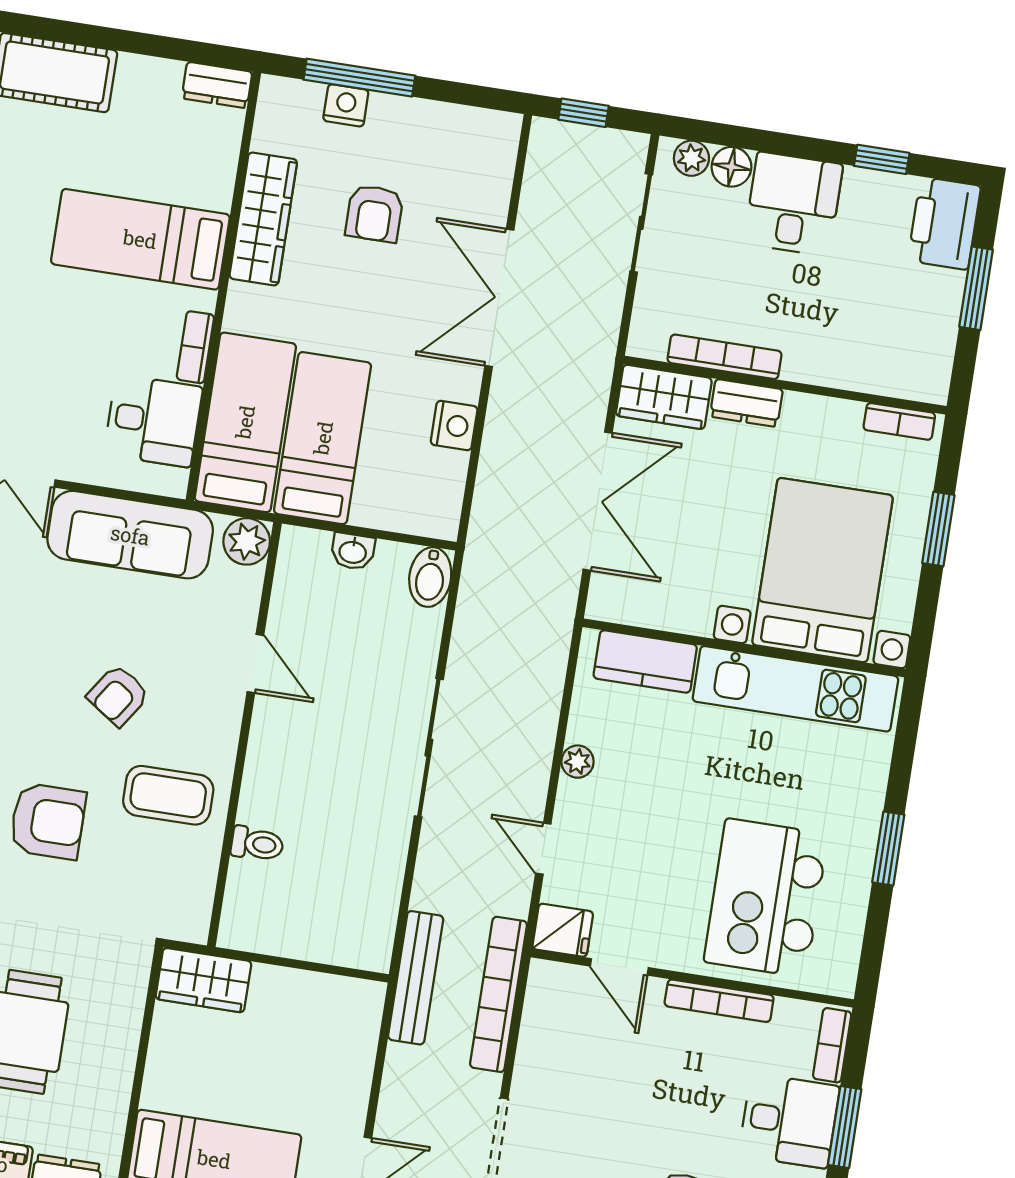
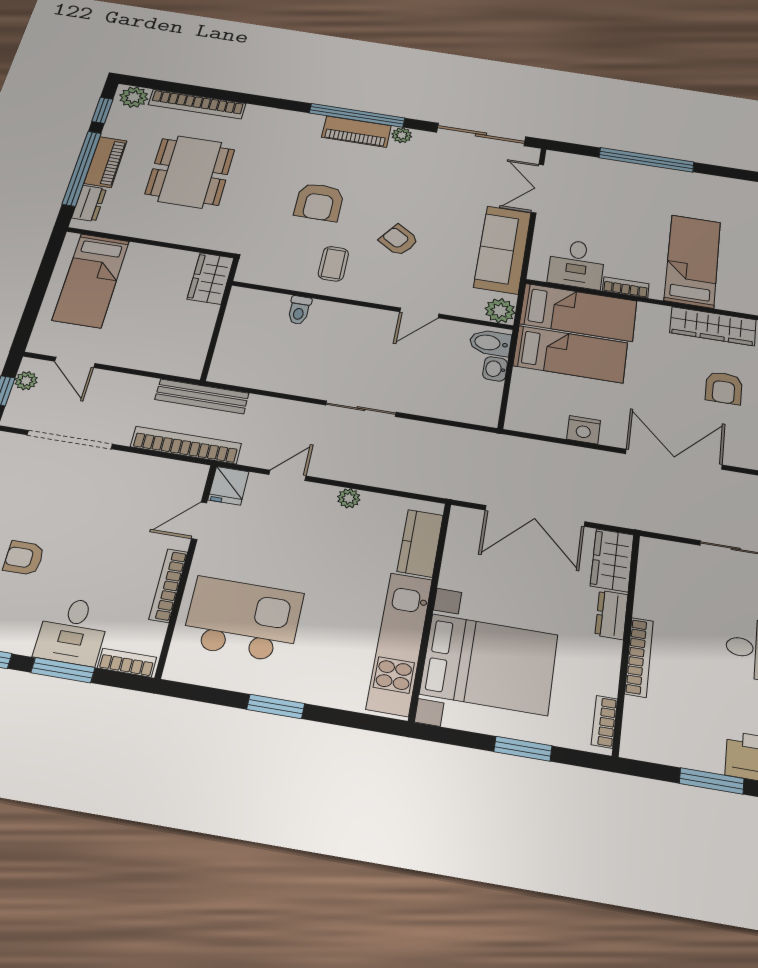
armchair: (374, 213) -> (724, 388), turned -90
bookcase: (724, 357) -> (639, 657), moved
bidet: (430, 577) -> (490, 343), moved
sliding door: (429, 748) -> (361, 409), width x0.73
coffee table: (168, 795) -> (333, 264), width x0.73, depth x0.77

